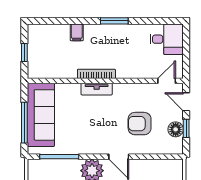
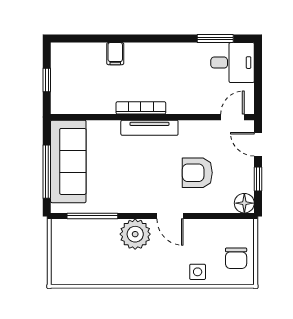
window: (114, 21) -> (215, 39), moved
tv unit: (97, 89) -> (149, 128), width x1.41
floor lamp: (176, 129) -> (244, 203), moved

